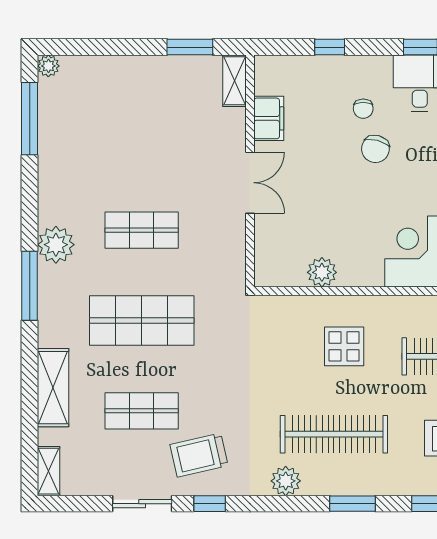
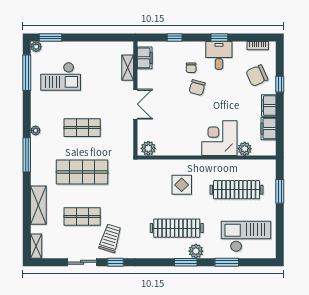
window: (190, 47) -> (51, 37), moved
shelving: (234, 81) -> (128, 68), moved
filing cabinet: (269, 118) -> (145, 58), moved
checkout: (98, 126) -> (61, 76), added
plant: (56, 245) -> (36, 130), width x0.53, depth x0.53
plant: (322, 272) -> (148, 148), moved
trolley: (199, 455) -> (110, 238), turned 120
plant: (286, 481) -> (196, 251), moved

